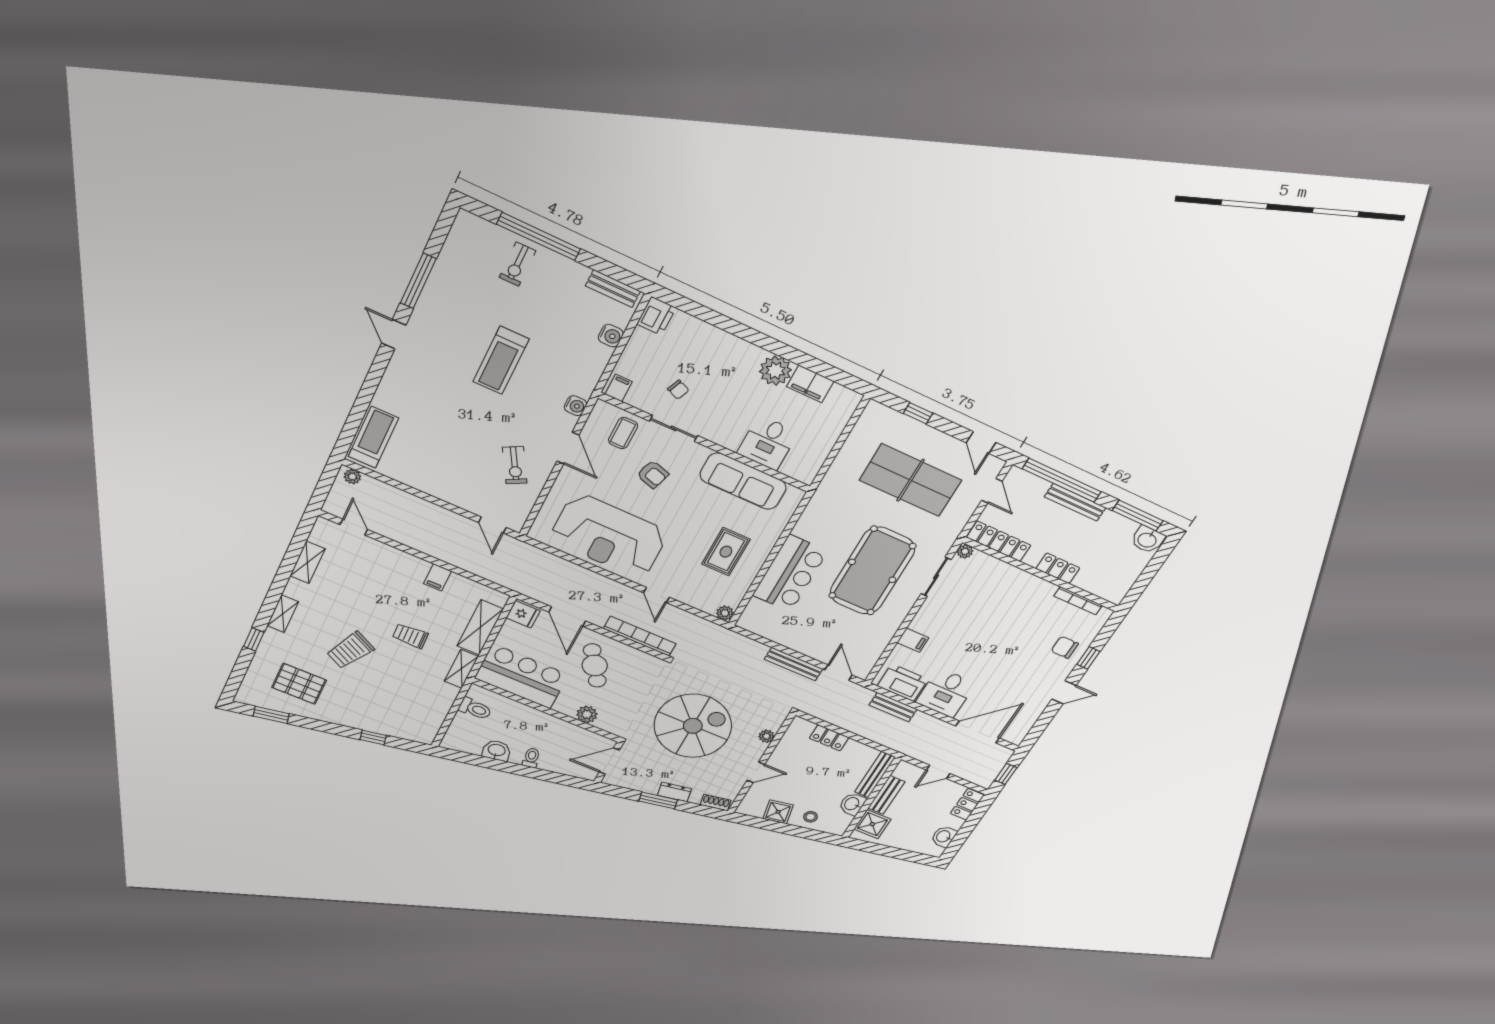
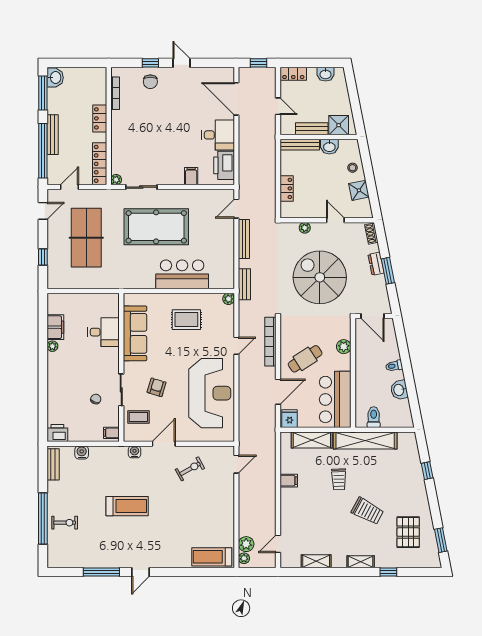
plant: (775, 371) -> (52, 346), width x0.53, depth x0.53
plant: (372, 488) -> (246, 544), added
shelving: (461, 669) -> (365, 441), width x2.20, depth x1.33
bench: (893, 707) -> (244, 284), moved

